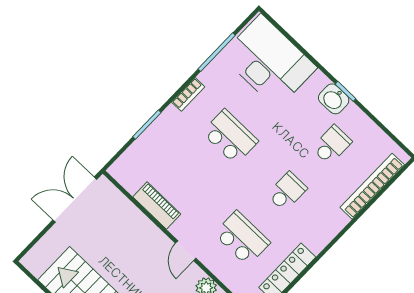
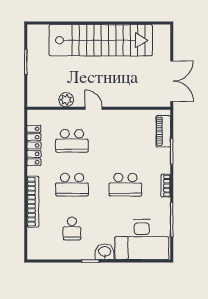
washbasin: (334, 99) -> (105, 252), moved
bookcase: (372, 186) -> (33, 202), moved
school desk: (287, 192) -> (72, 185), width x1.85
piano: (157, 206) -> (163, 131), moved, turned 90

